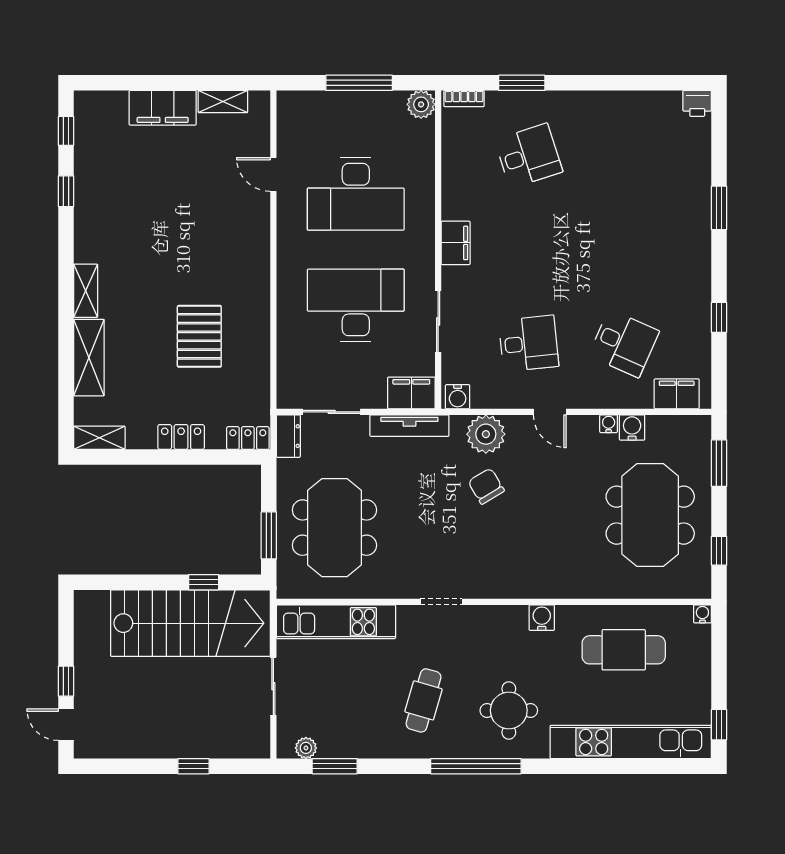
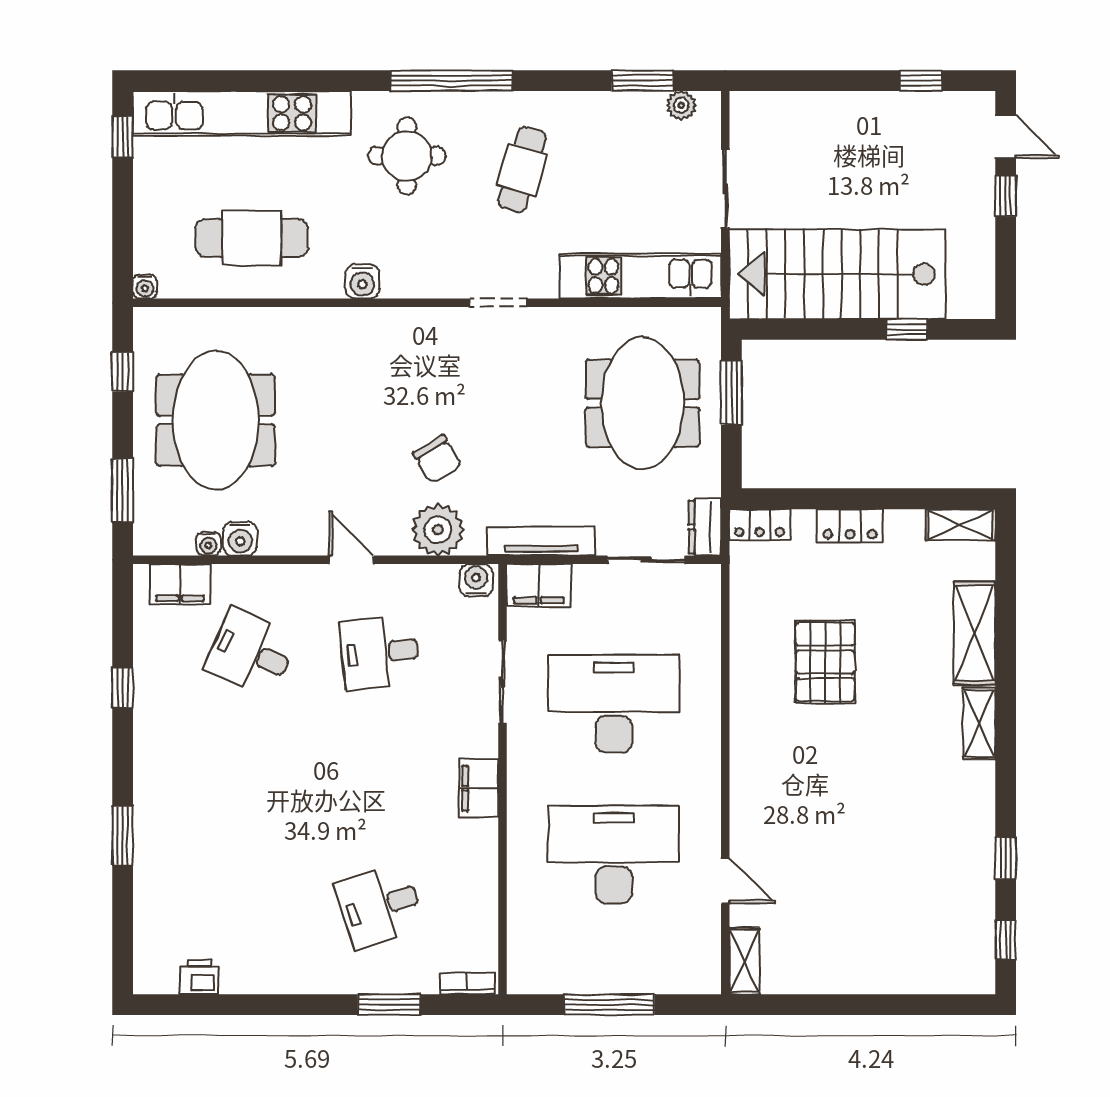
shelving: (223, 102) -> (744, 961), moved, turned 90
printer: (697, 103) -> (199, 977), moved
plant: (421, 104) -> (526, 975), removed
filing cabinet: (163, 108) -> (875, 971), removed
desk: (356, 305) -> (614, 704), turned 180
water cooler: (609, 424) -> (208, 544), moved
window: (204, 582) -> (907, 329), moved
window: (193, 766) -> (921, 81), moved

